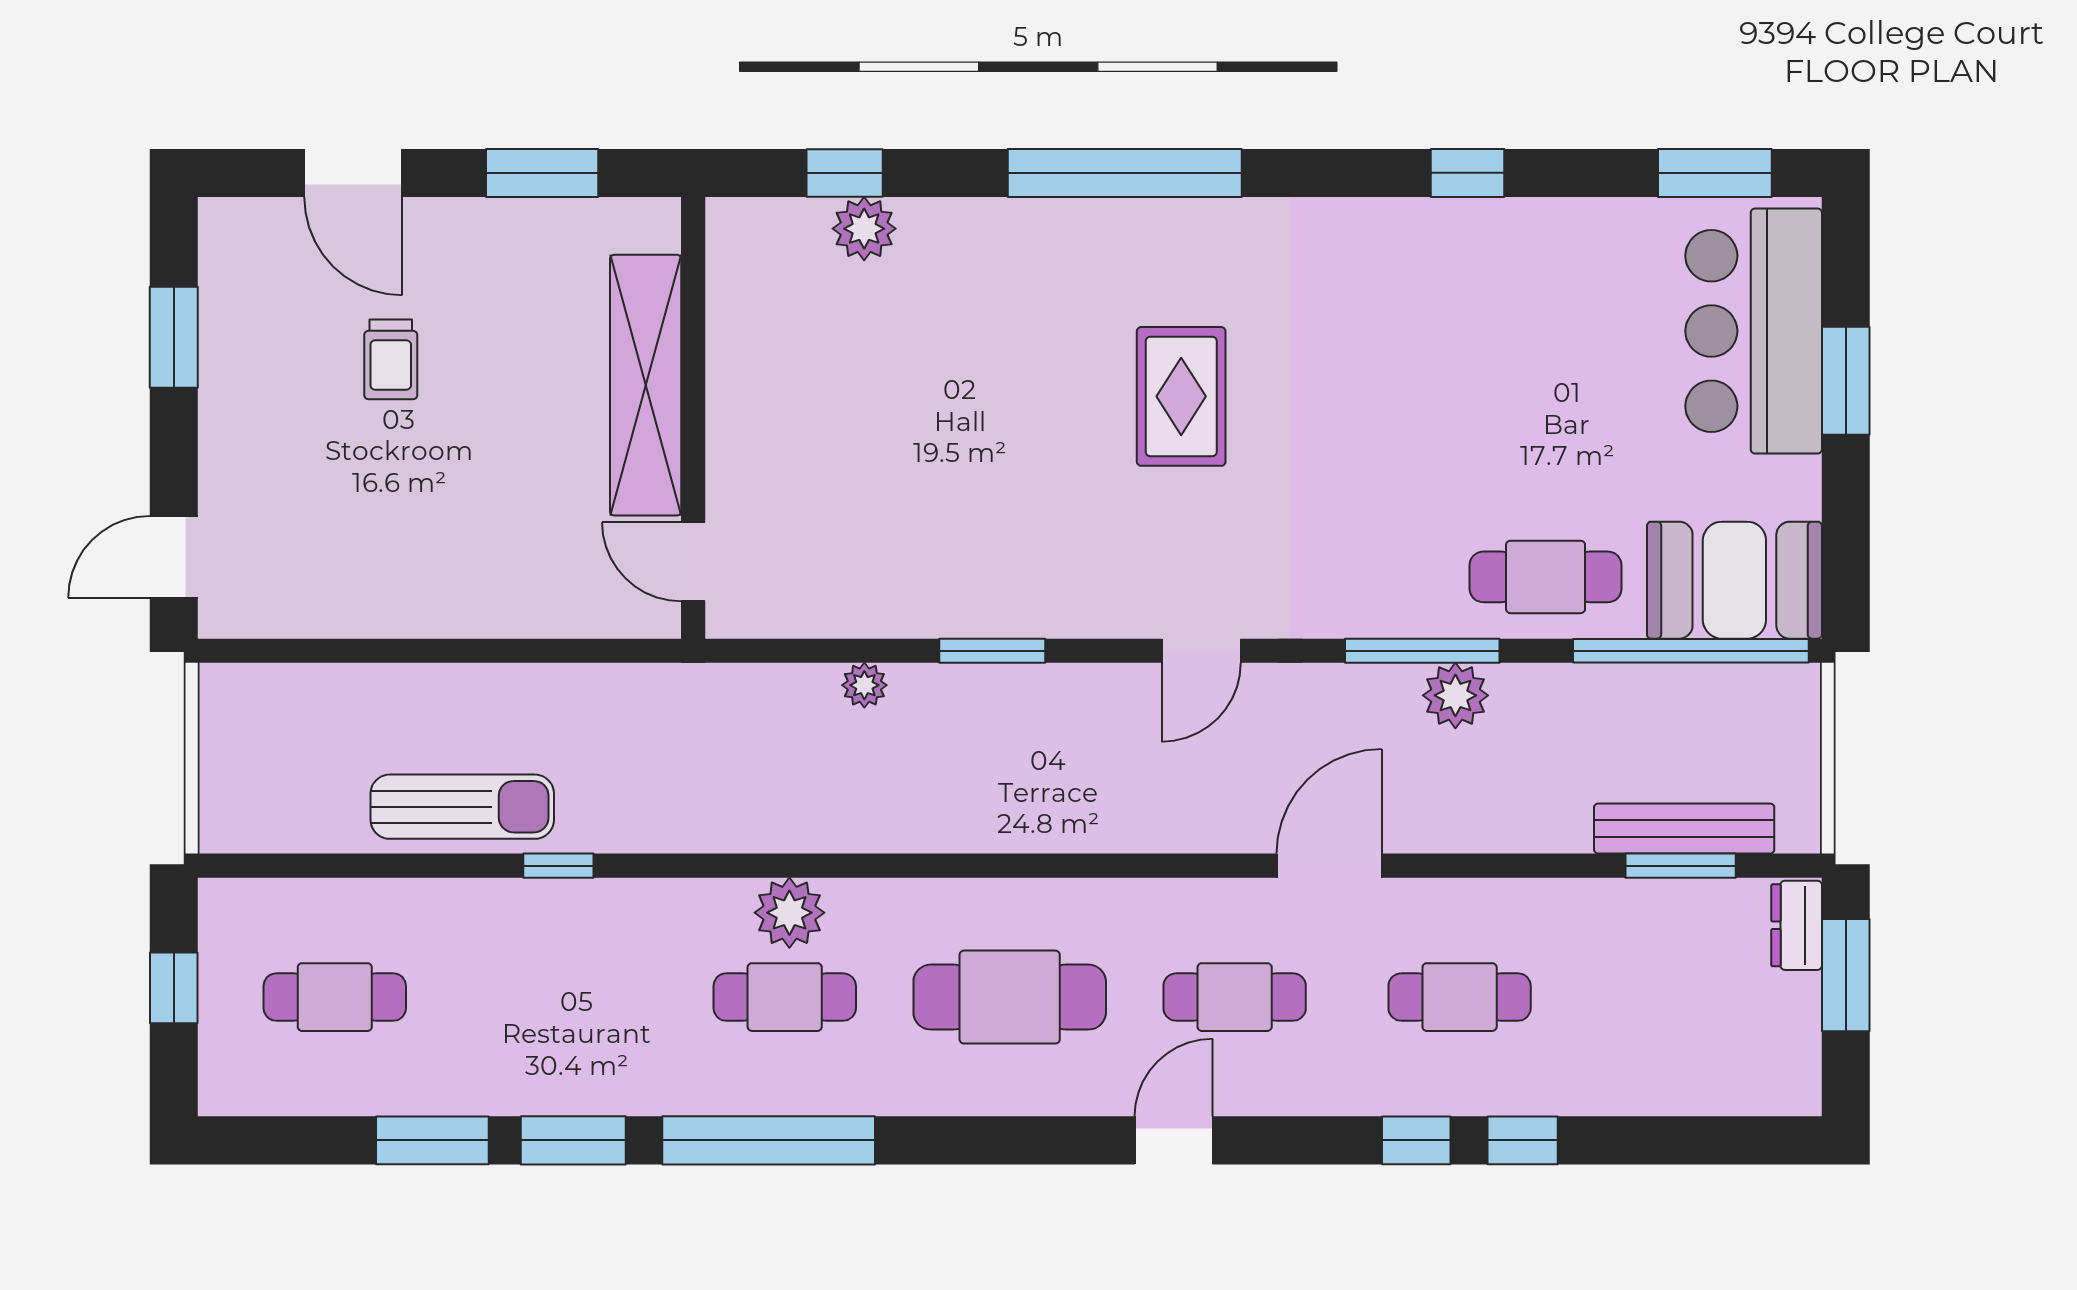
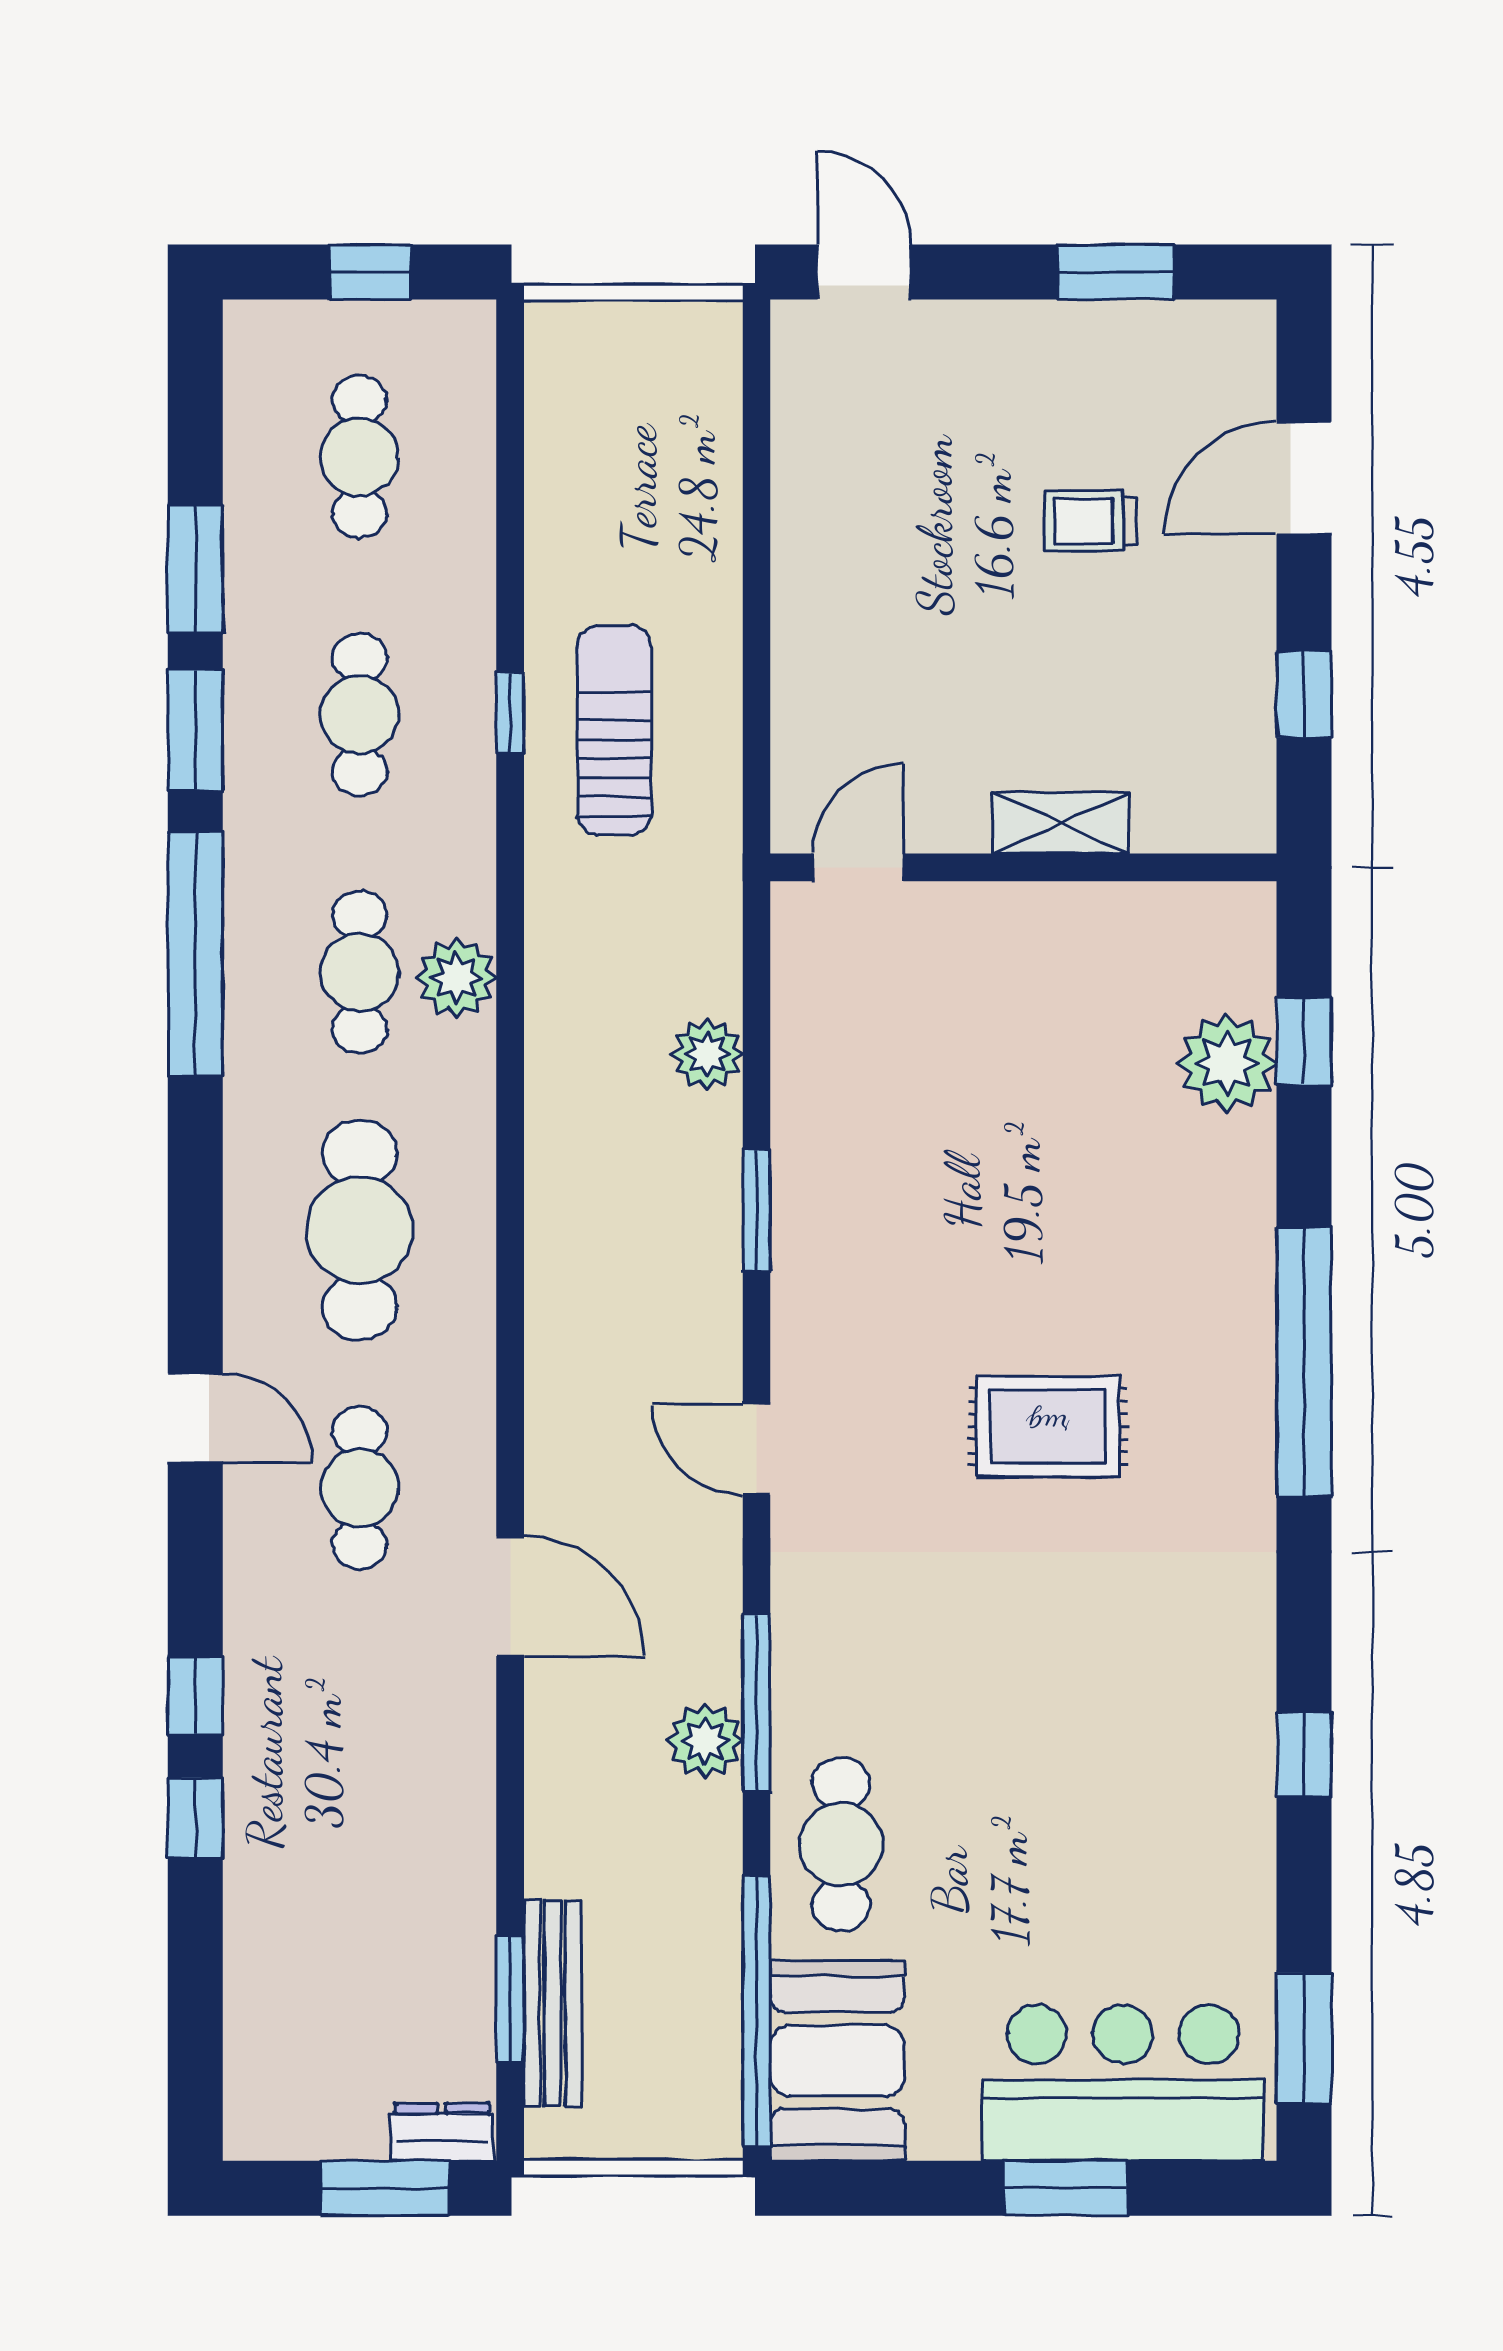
window: (542, 173) -> (1304, 694), width x0.67
plant: (864, 229) -> (1227, 1063), width x1.36, depth x1.36
shelving: (646, 385) -> (1061, 823), width x0.45, depth x0.75
plant: (864, 685) -> (707, 1054), width x1.38, depth x1.38
sun lounger: (462, 807) -> (614, 730), moved, turned 180
cafe table: (1460, 997) -> (360, 715), moved

